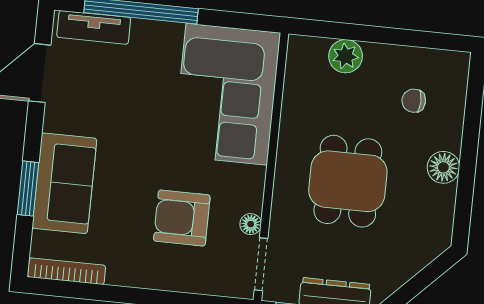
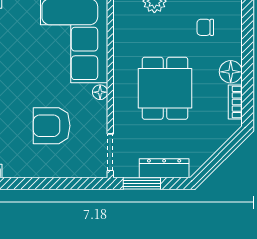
bookcase: (445, 211) -> (235, 102), added
floor lamp: (251, 224) -> (100, 92), moved

